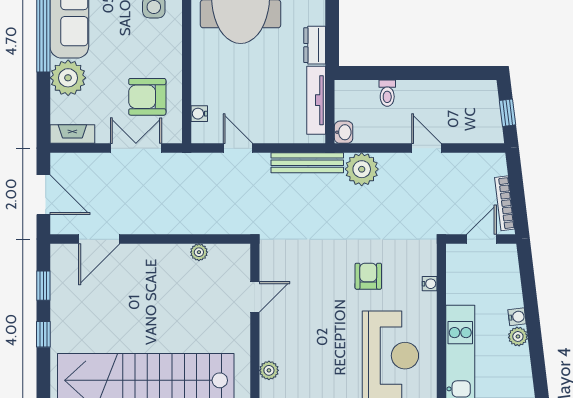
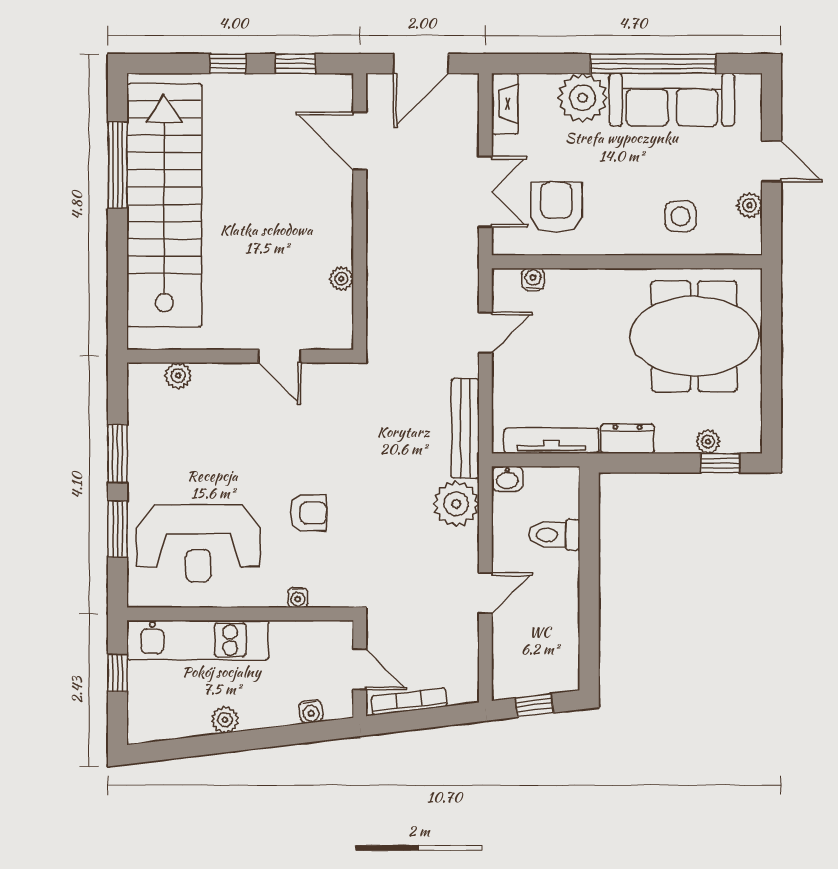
toilet: (387, 93) -> (554, 535), width x1.37, depth x1.39
water cooler: (517, 317) -> (311, 711), moved

